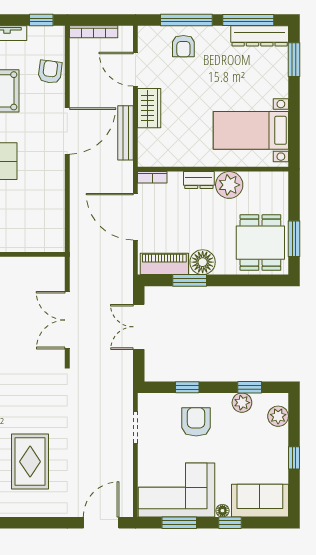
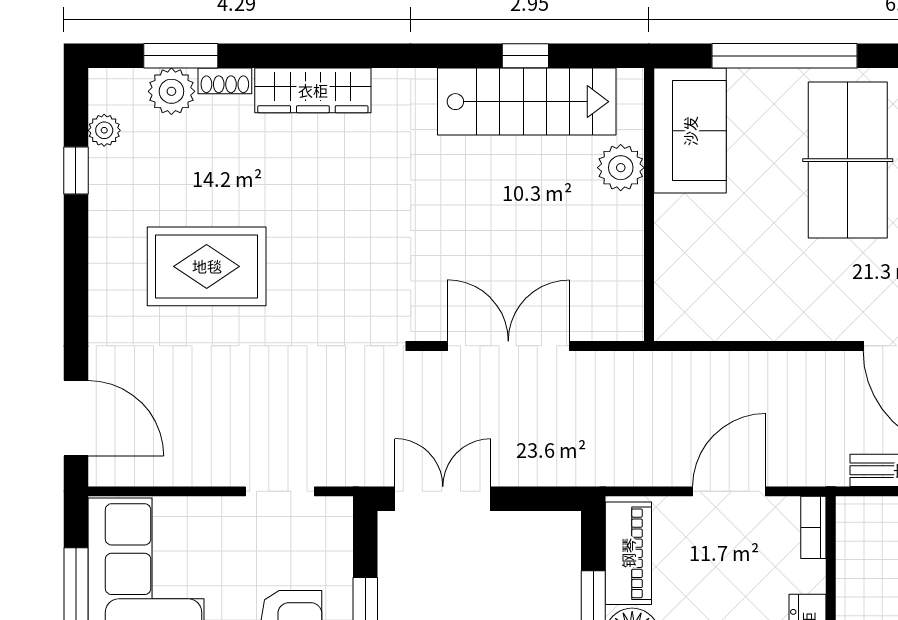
door: (135, 217) -> (729, 491), width x0.73
double door: (139, 327) -> (443, 499), moved

